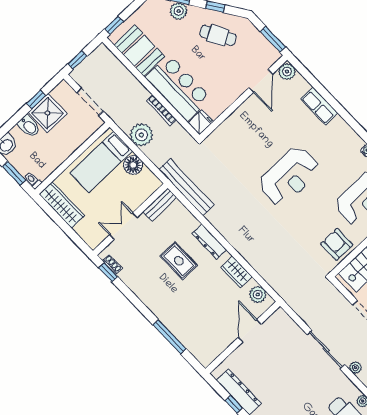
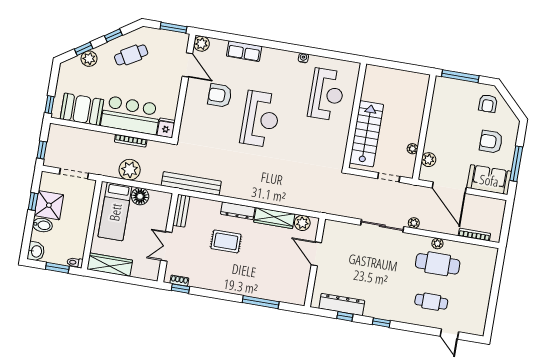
armchair: (337, 244) -> (220, 96), moved
wardrobe: (236, 272) -> (274, 218), width x1.50

